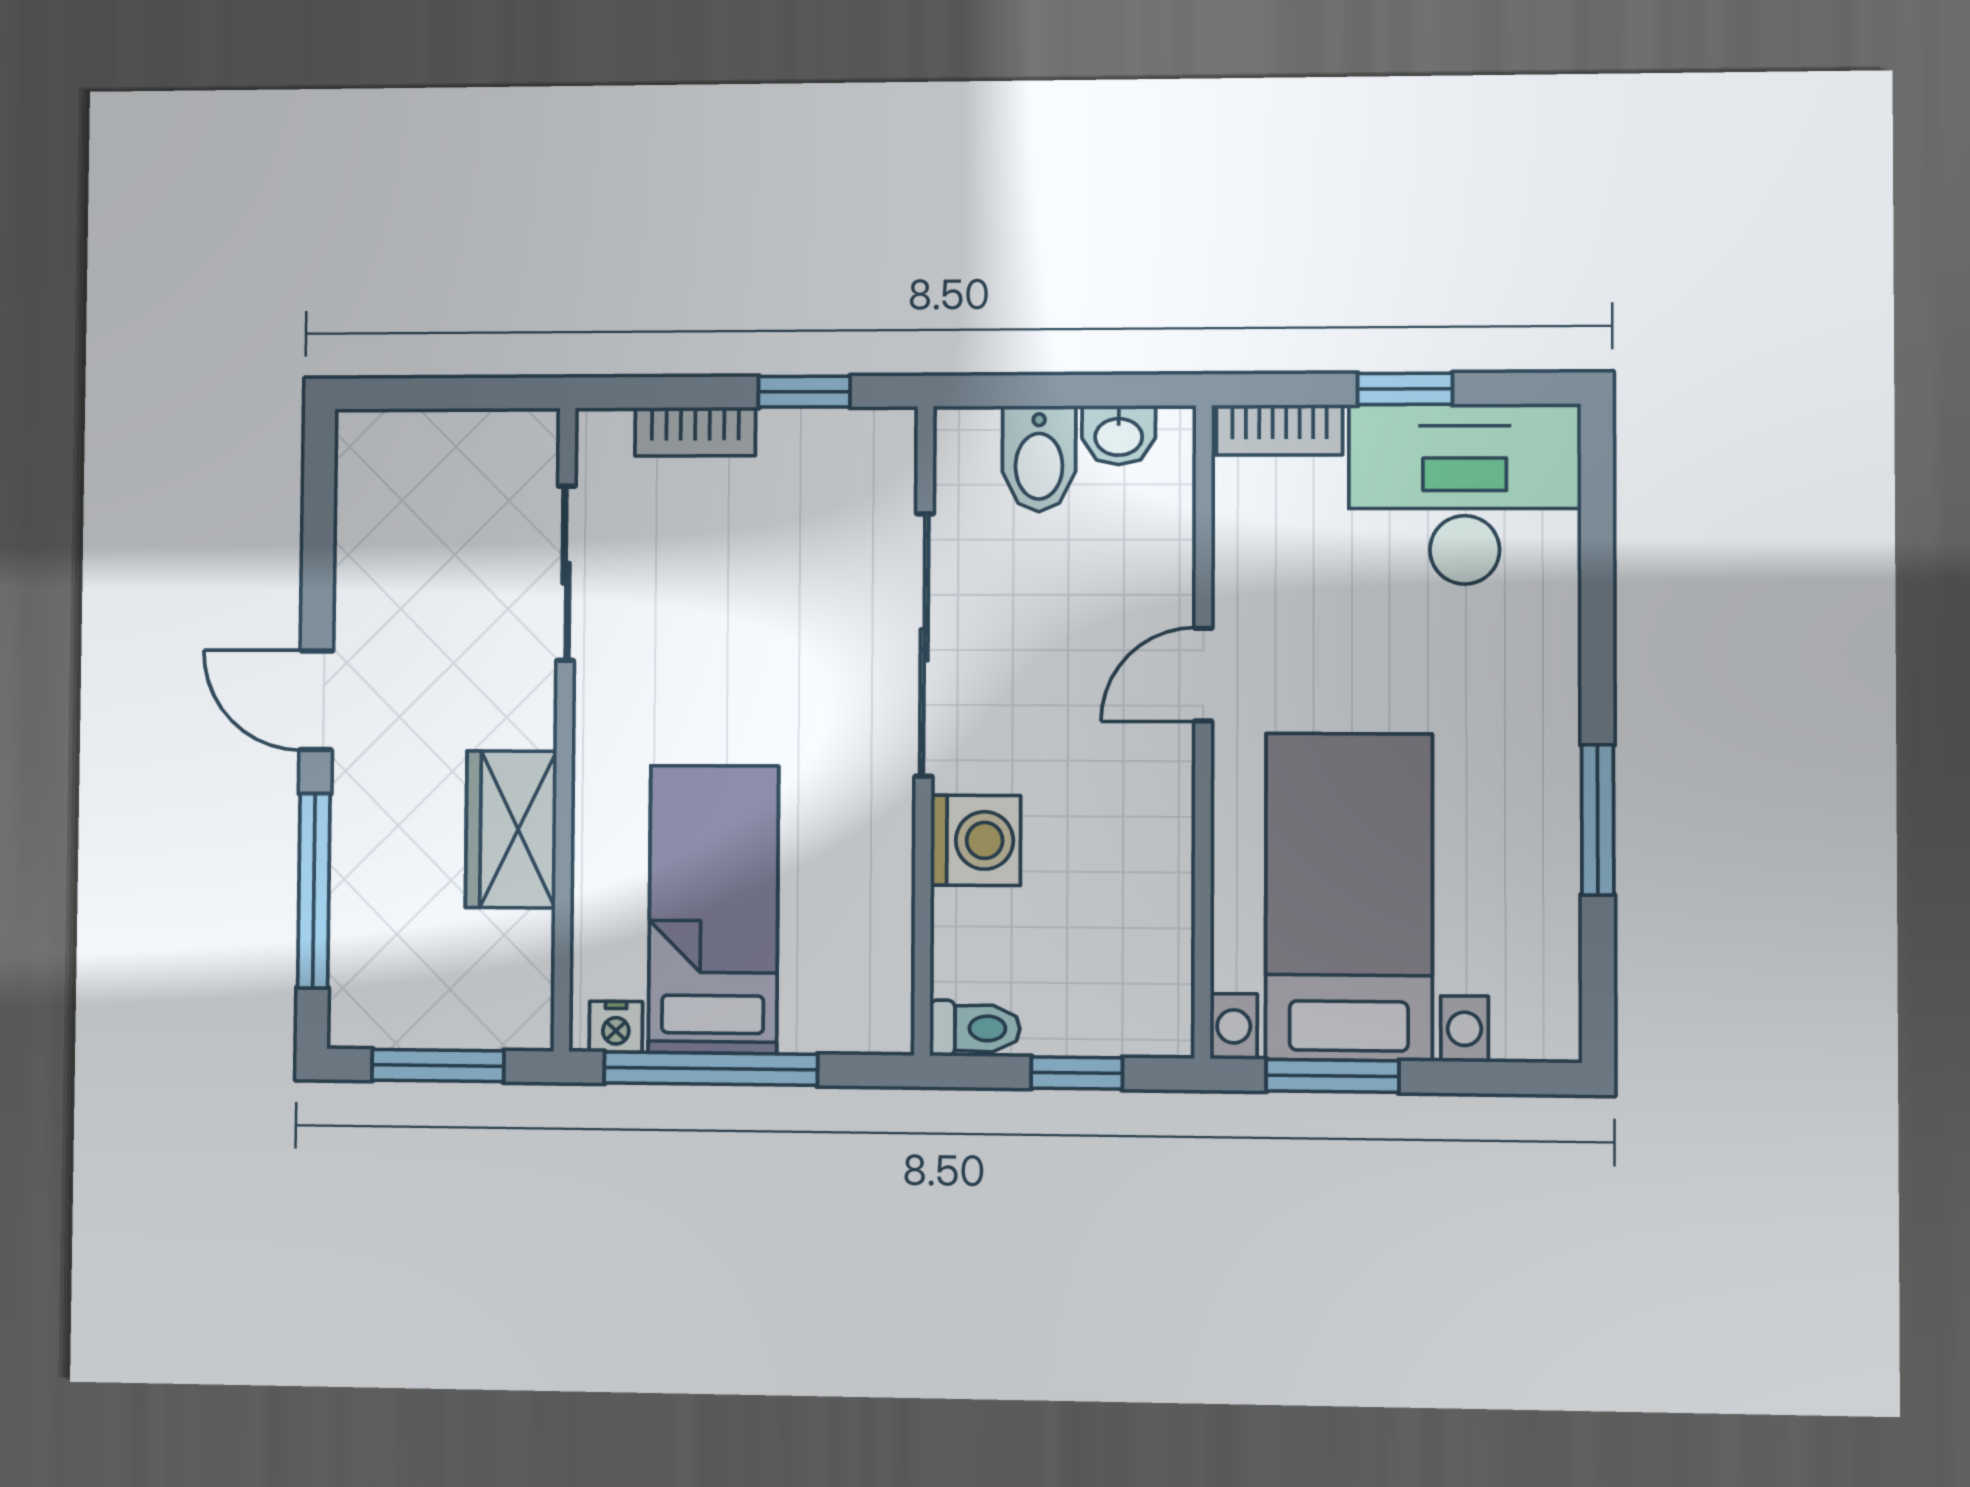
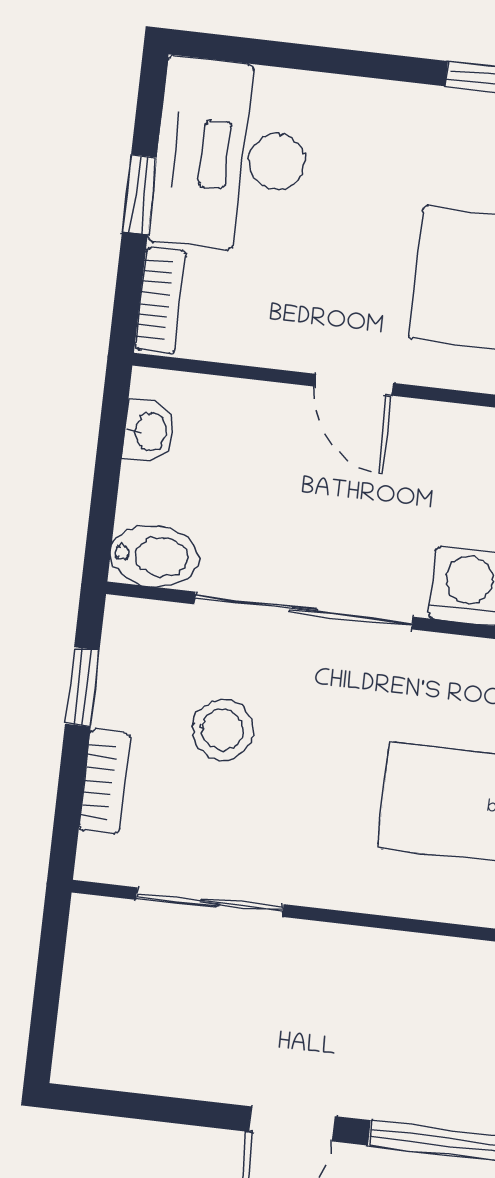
bidet: (1039, 459) -> (154, 556), moved
stool: (771, 565) -> (223, 730), added
wardrobe: (511, 829) -> (417, 971), removed

